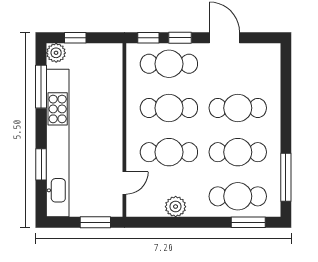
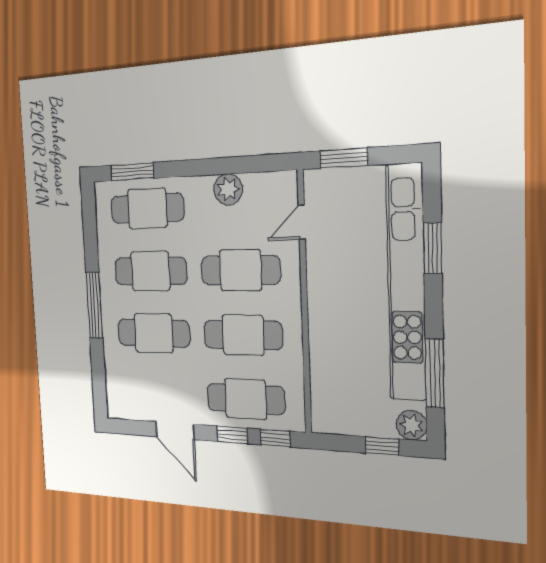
window: (286, 177) -> (94, 305), moved

